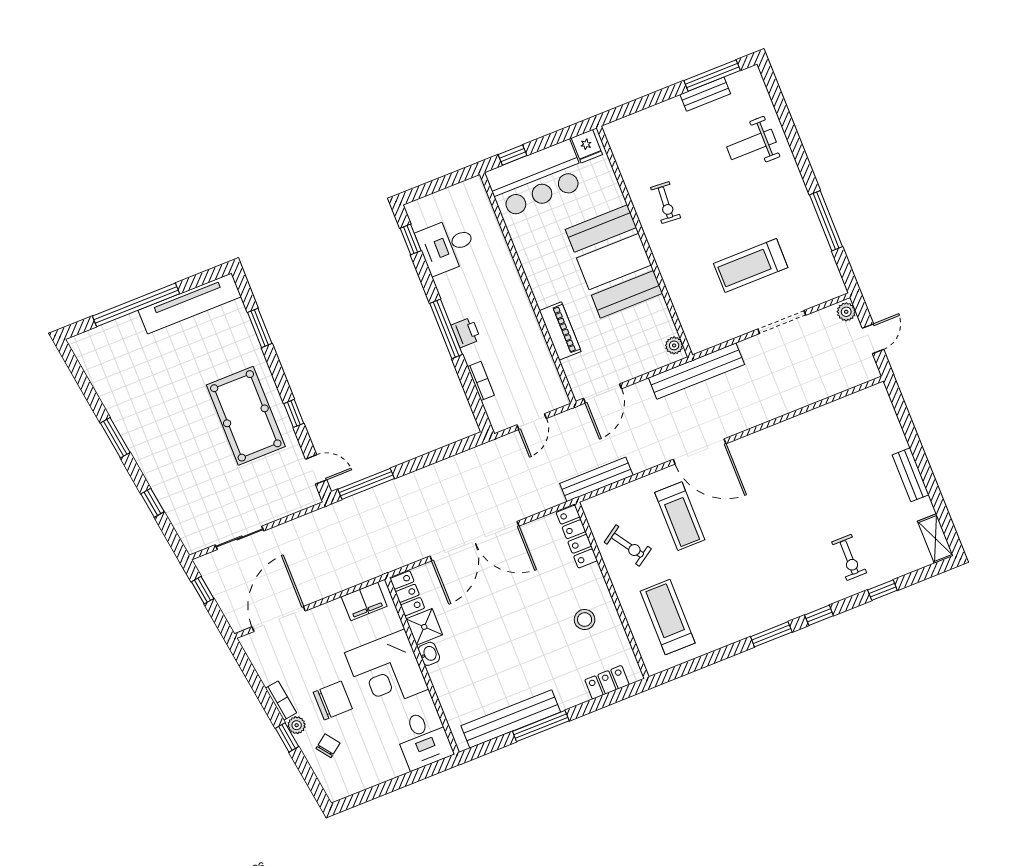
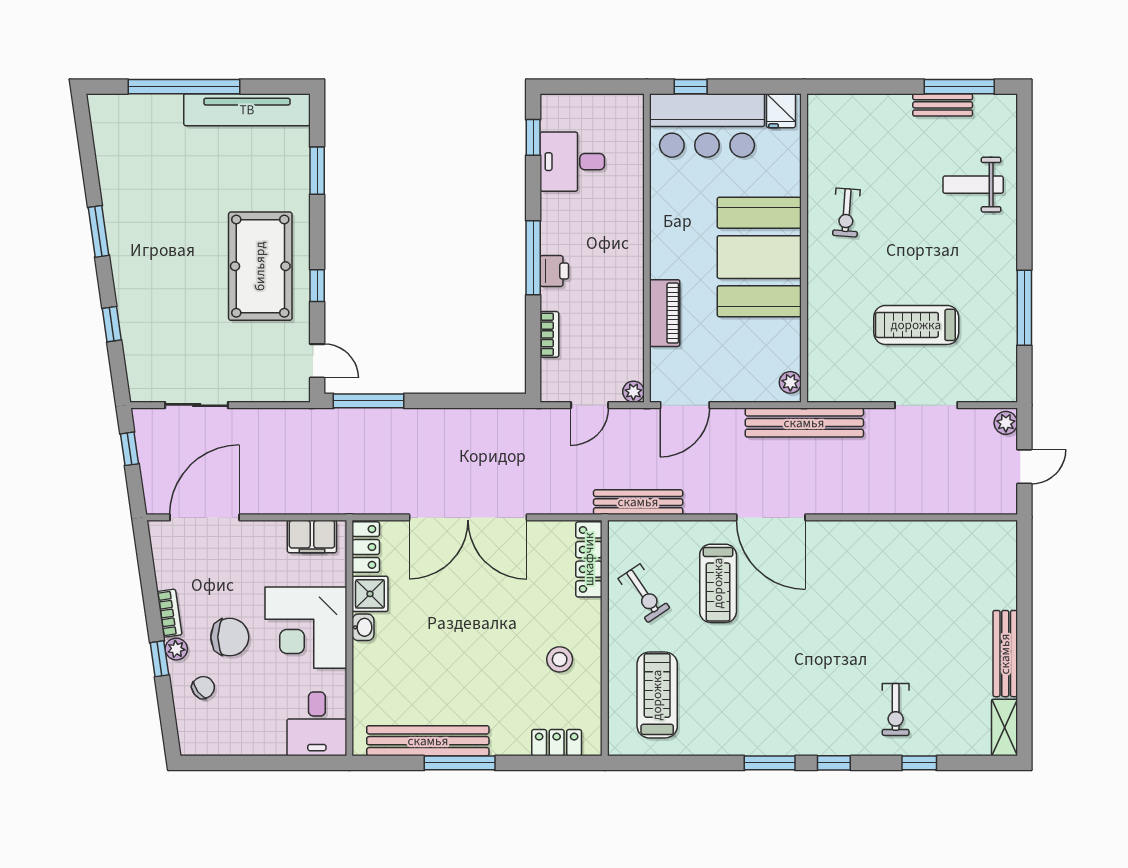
plant: (560, 399) -> (633, 392), added
bench: (911, 475) -> (1005, 654), width x1.36

